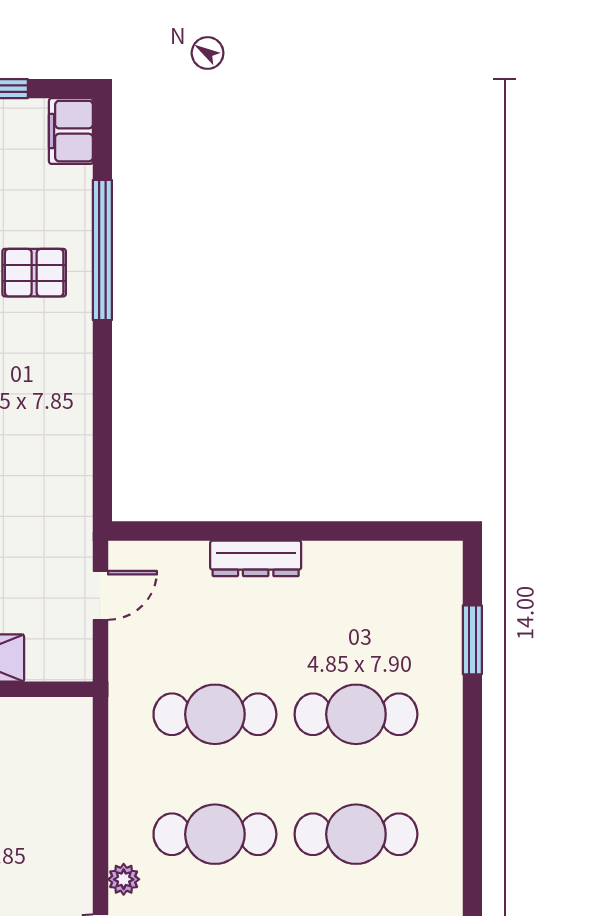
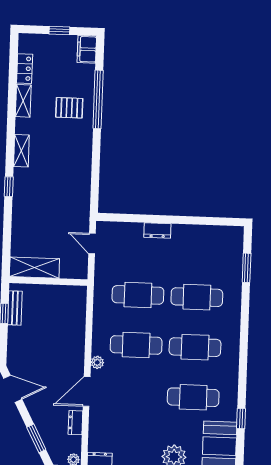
dresser: (256, 558) -> (157, 230), width x0.70
door: (100, 595) -> (92, 244), swing flipped

